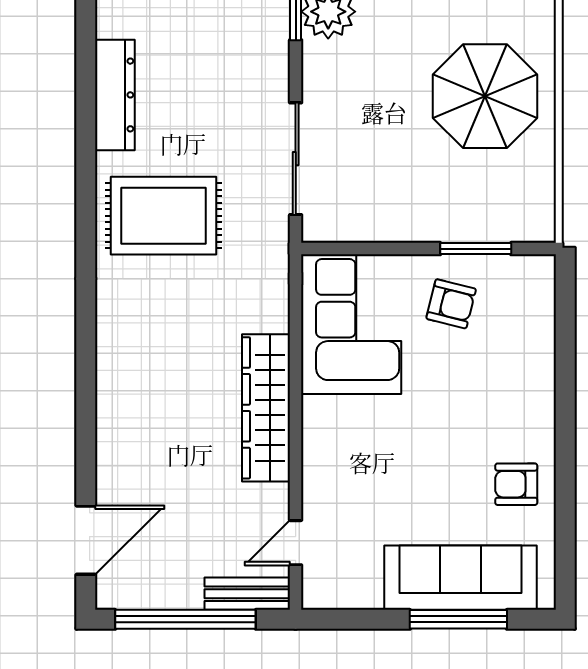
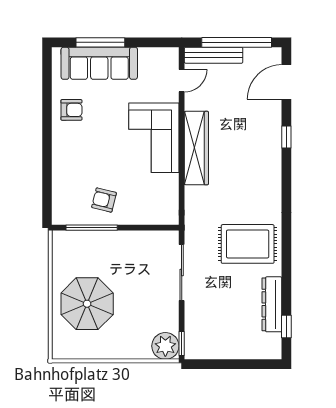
window: (86, 51) -> (286, 326), added
window: (476, 249) -> (92, 228), width x1.44
corner sofa: (351, 324) -> (154, 138), moved
window: (86, 430) -> (286, 137), added
bench: (247, 594) -> (214, 55), width x1.36

